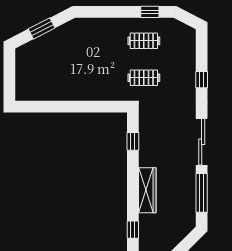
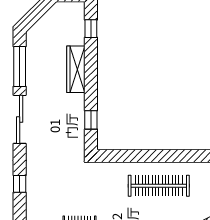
clothes rail: (144, 78) -> (159, 186), moved, width x1.86, depth x1.31

